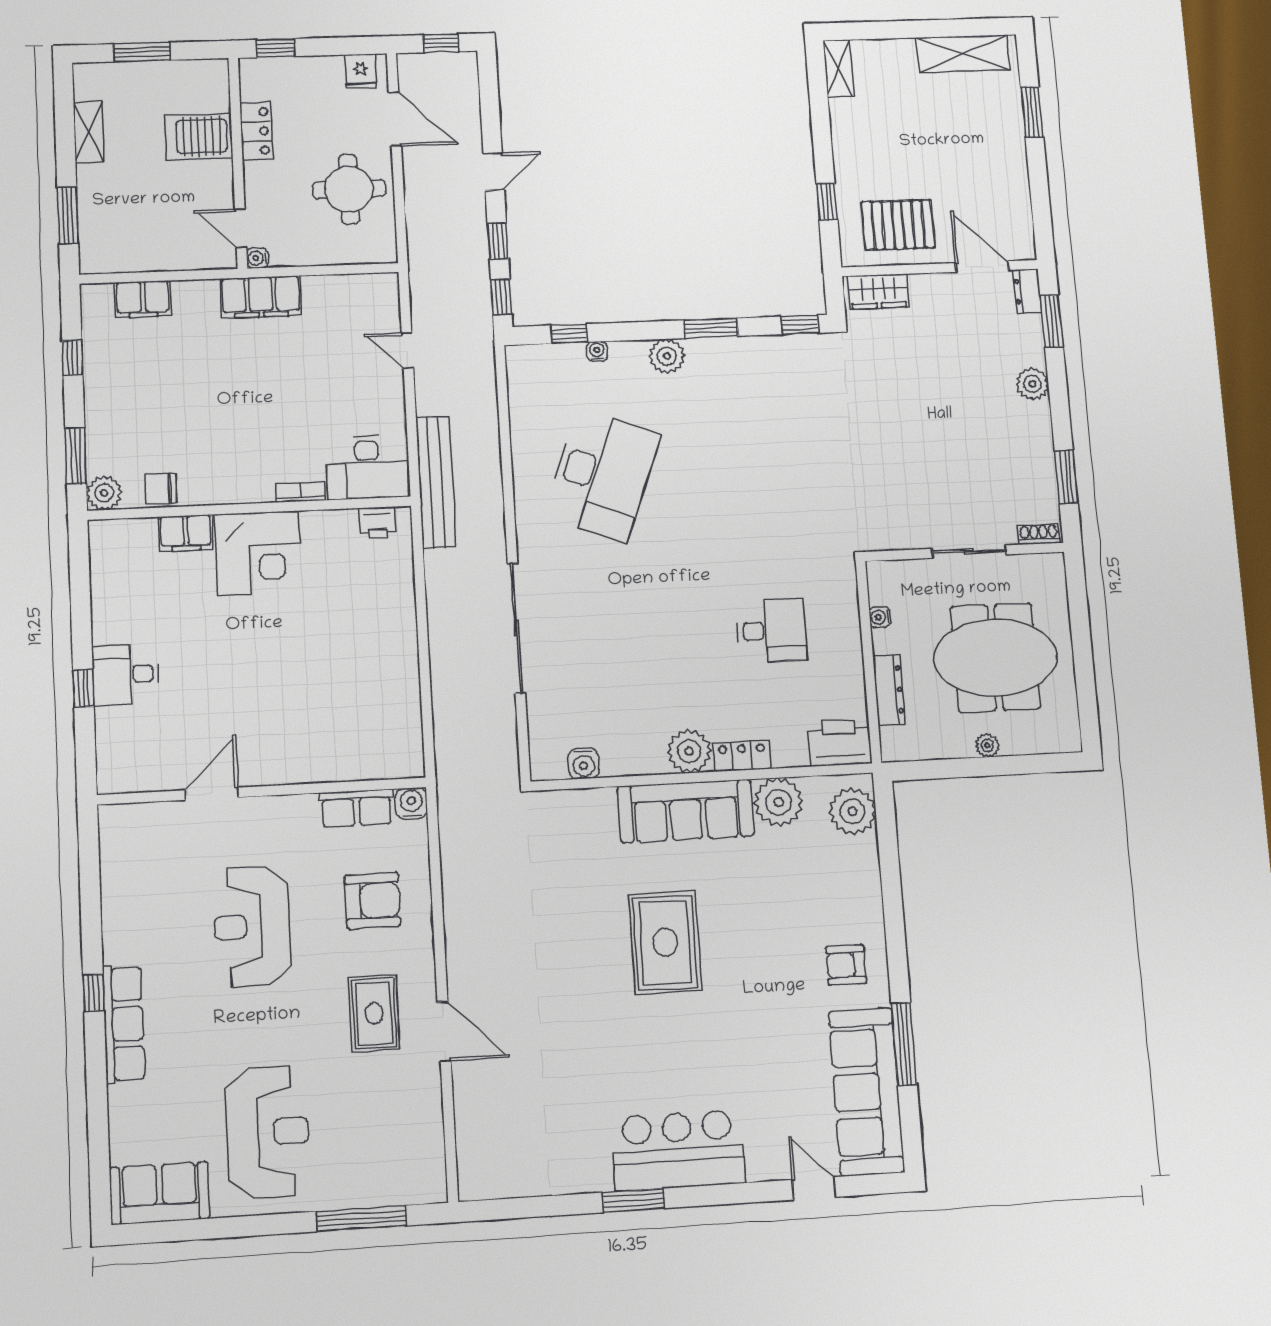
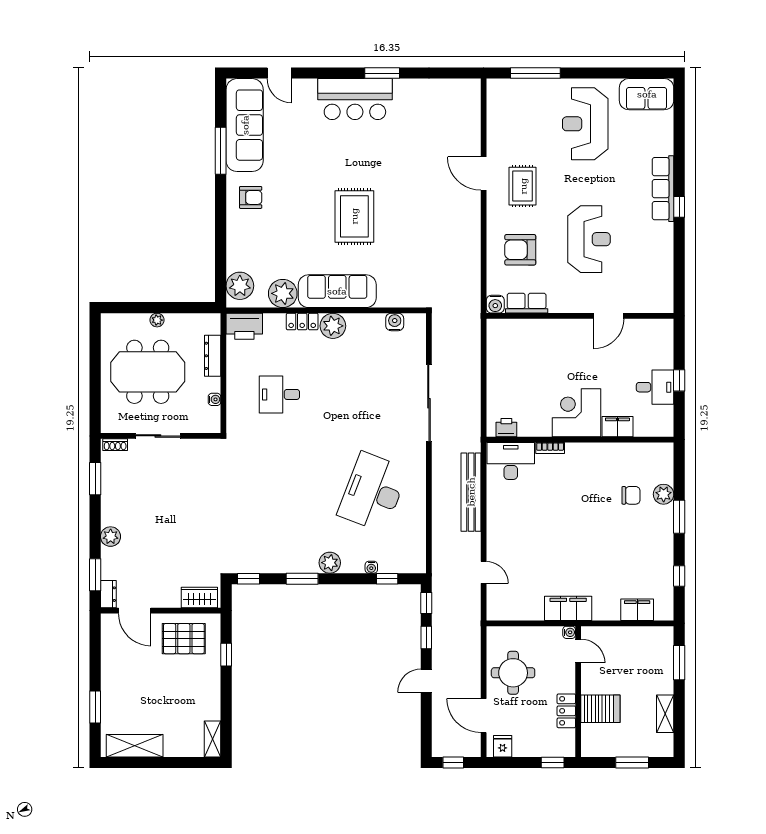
desk: (367, 467) -> (511, 461), moved
bookcase: (301, 492) -> (550, 448), moved
wall: (250, 508) -> (580, 440), moved
printer: (377, 523) -> (506, 428), moved
filing cabinet: (186, 533) -> (617, 427), moved
corner desk: (258, 553) -> (577, 413), moved

